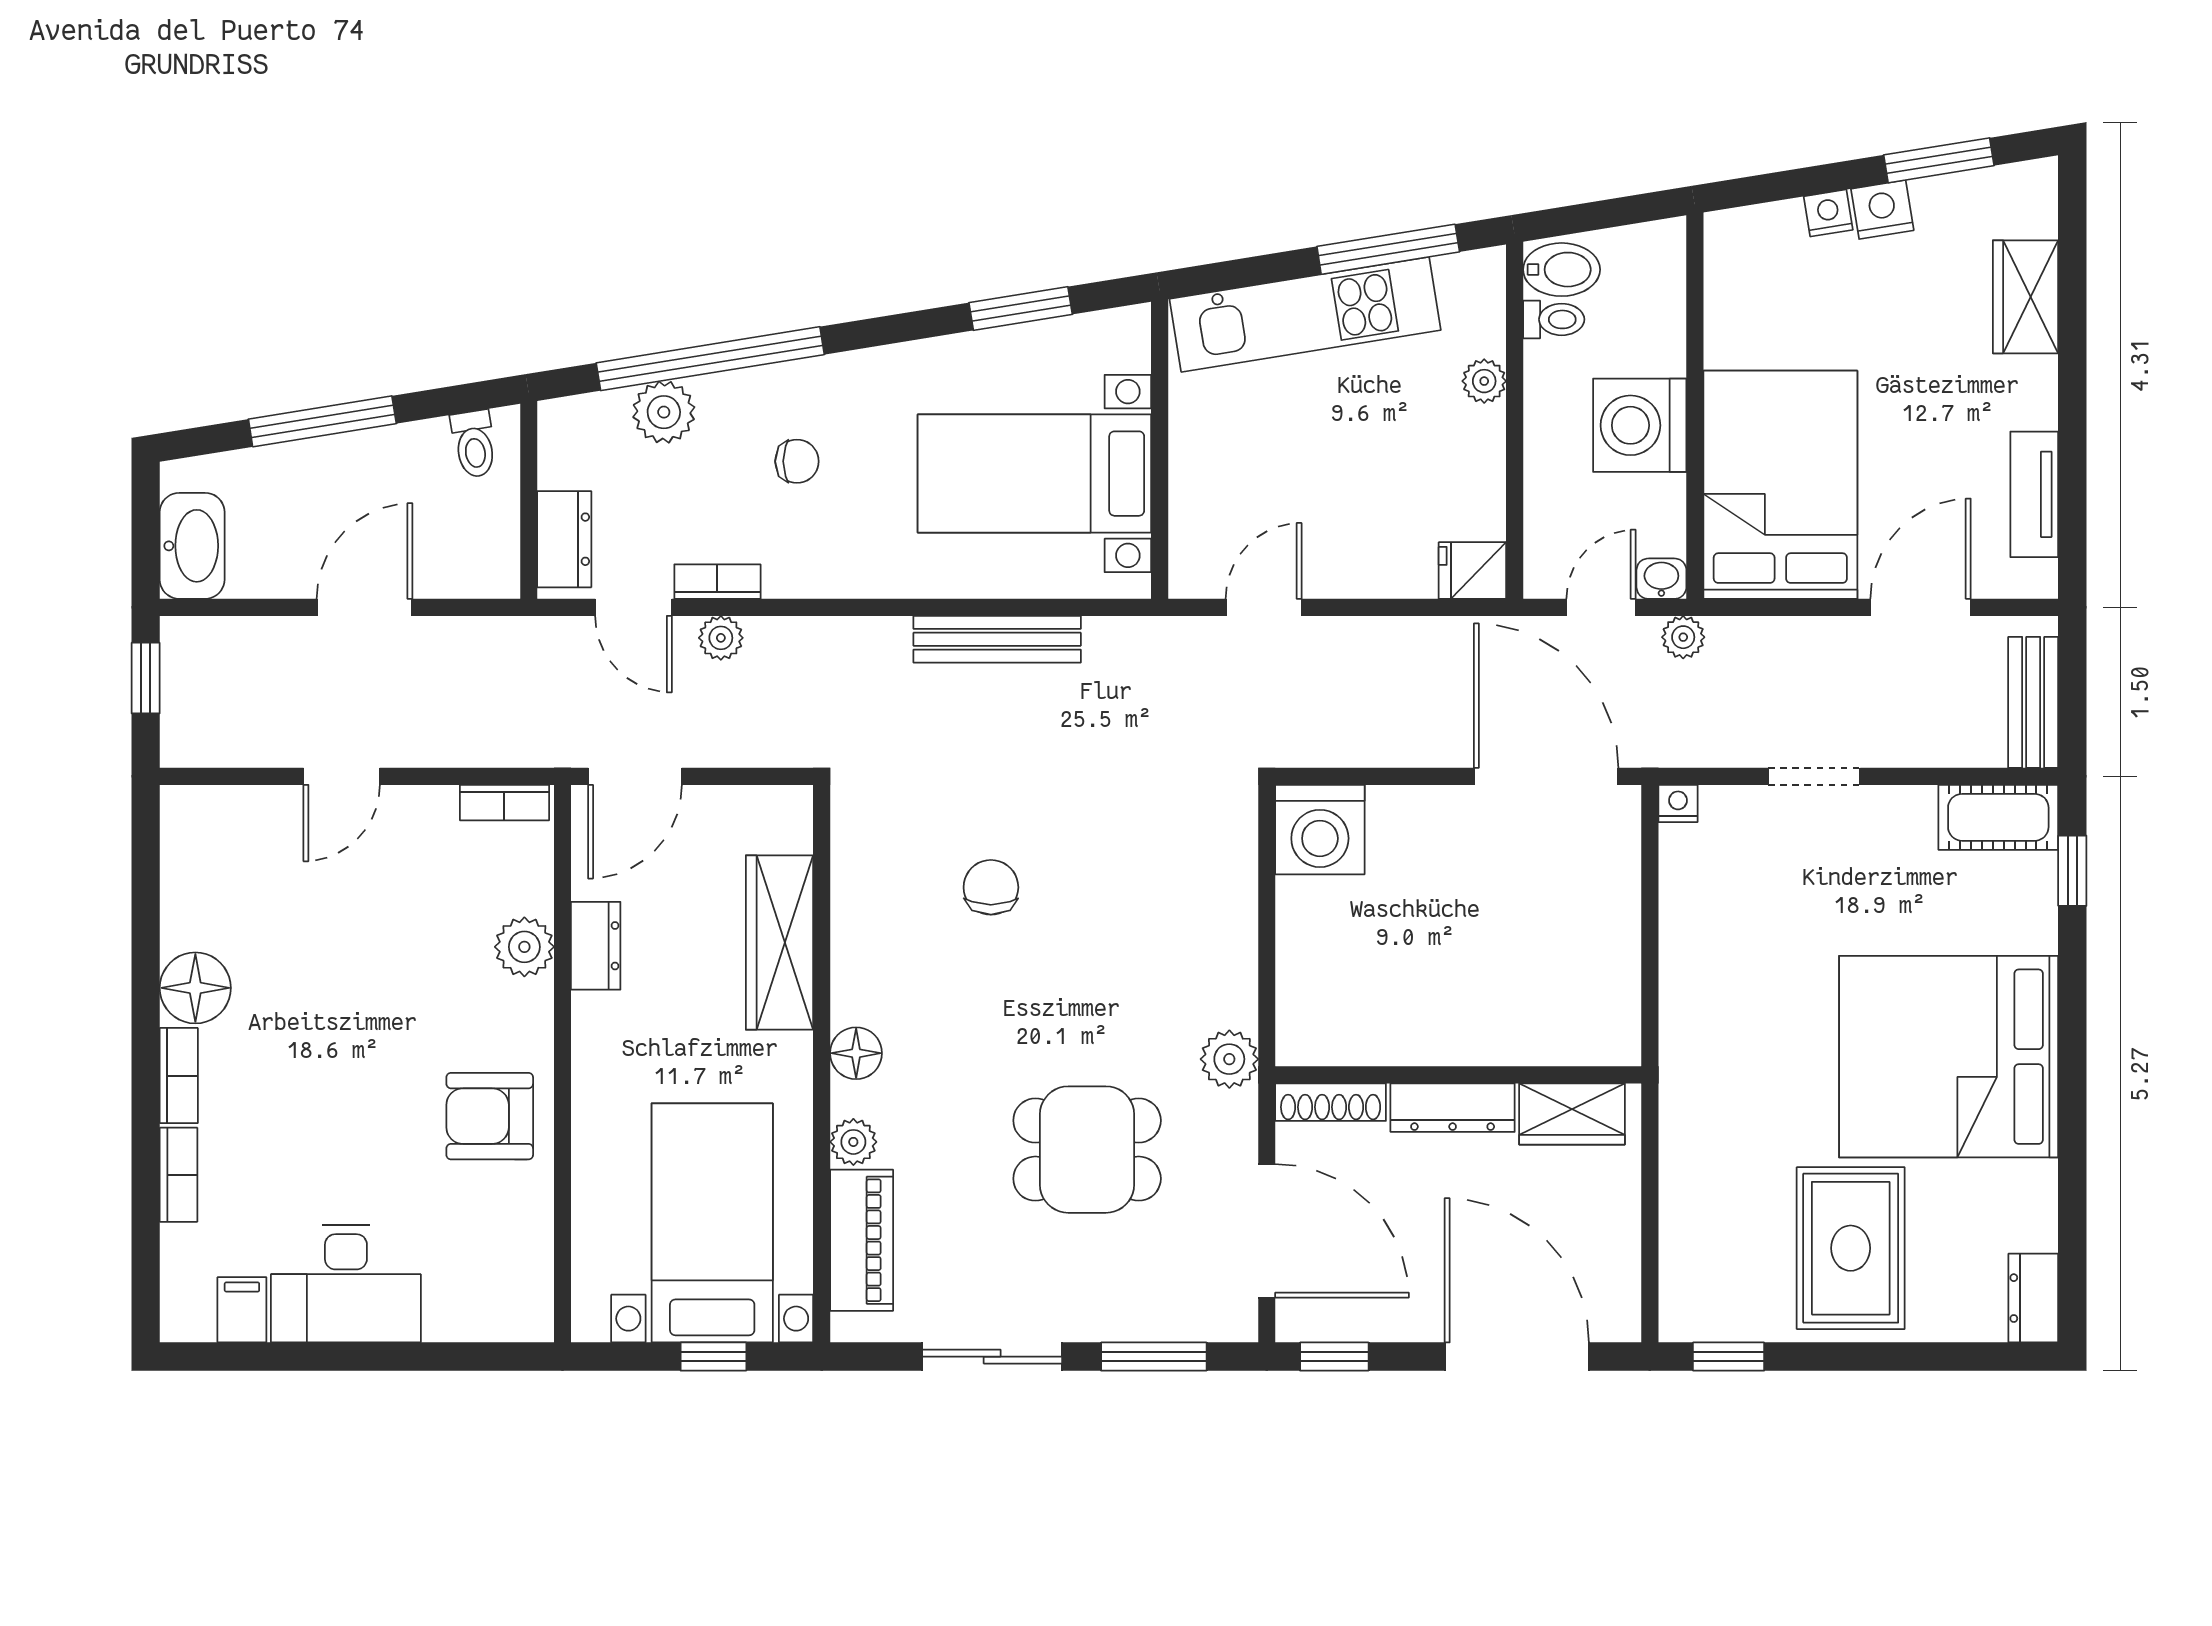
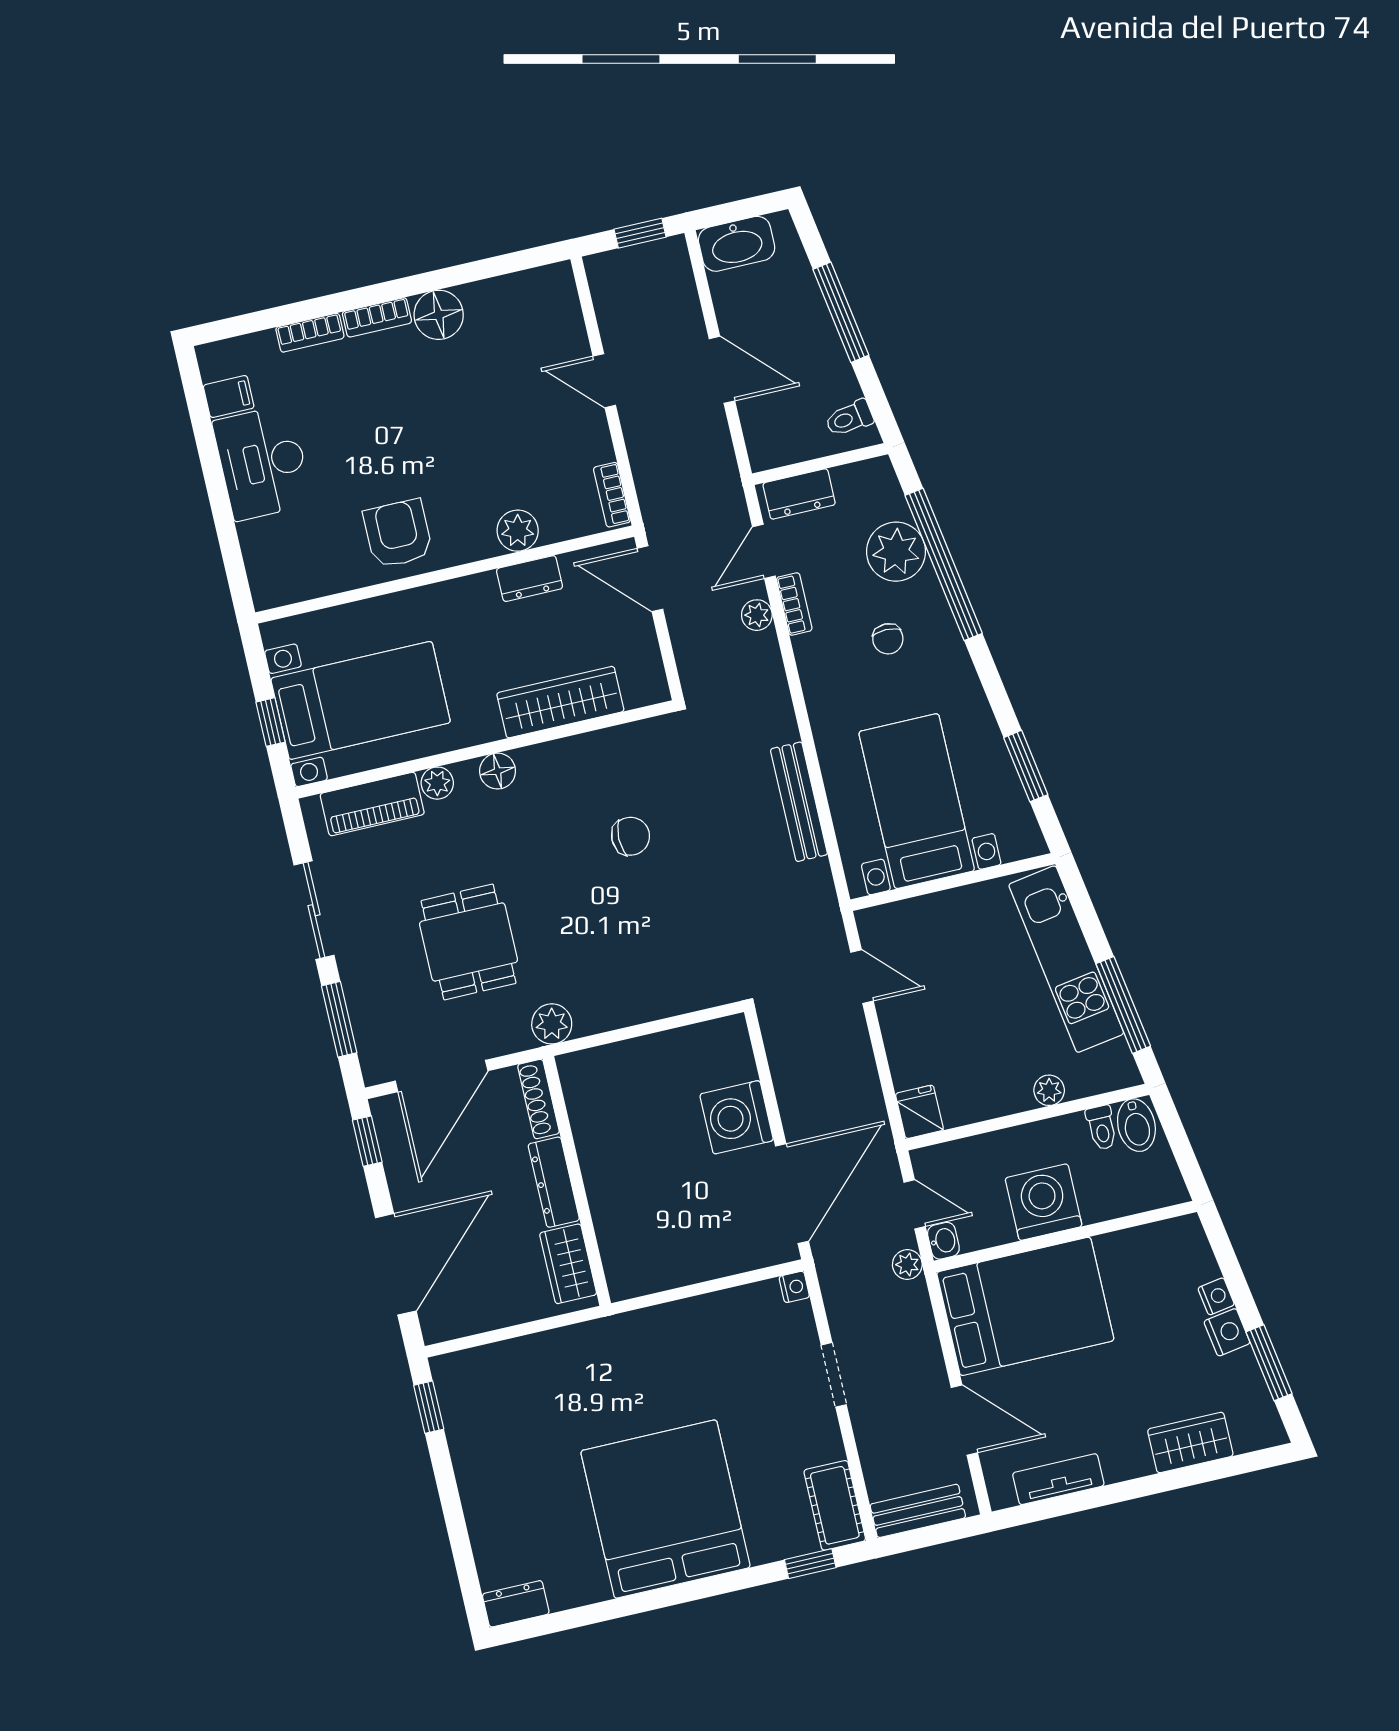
plant: (664, 412) -> (896, 552), width x1.36, depth x1.36
washing machine: (1320, 830) -> (737, 1117), moved
rug: (1851, 1248) -> (521, 1473), removed

